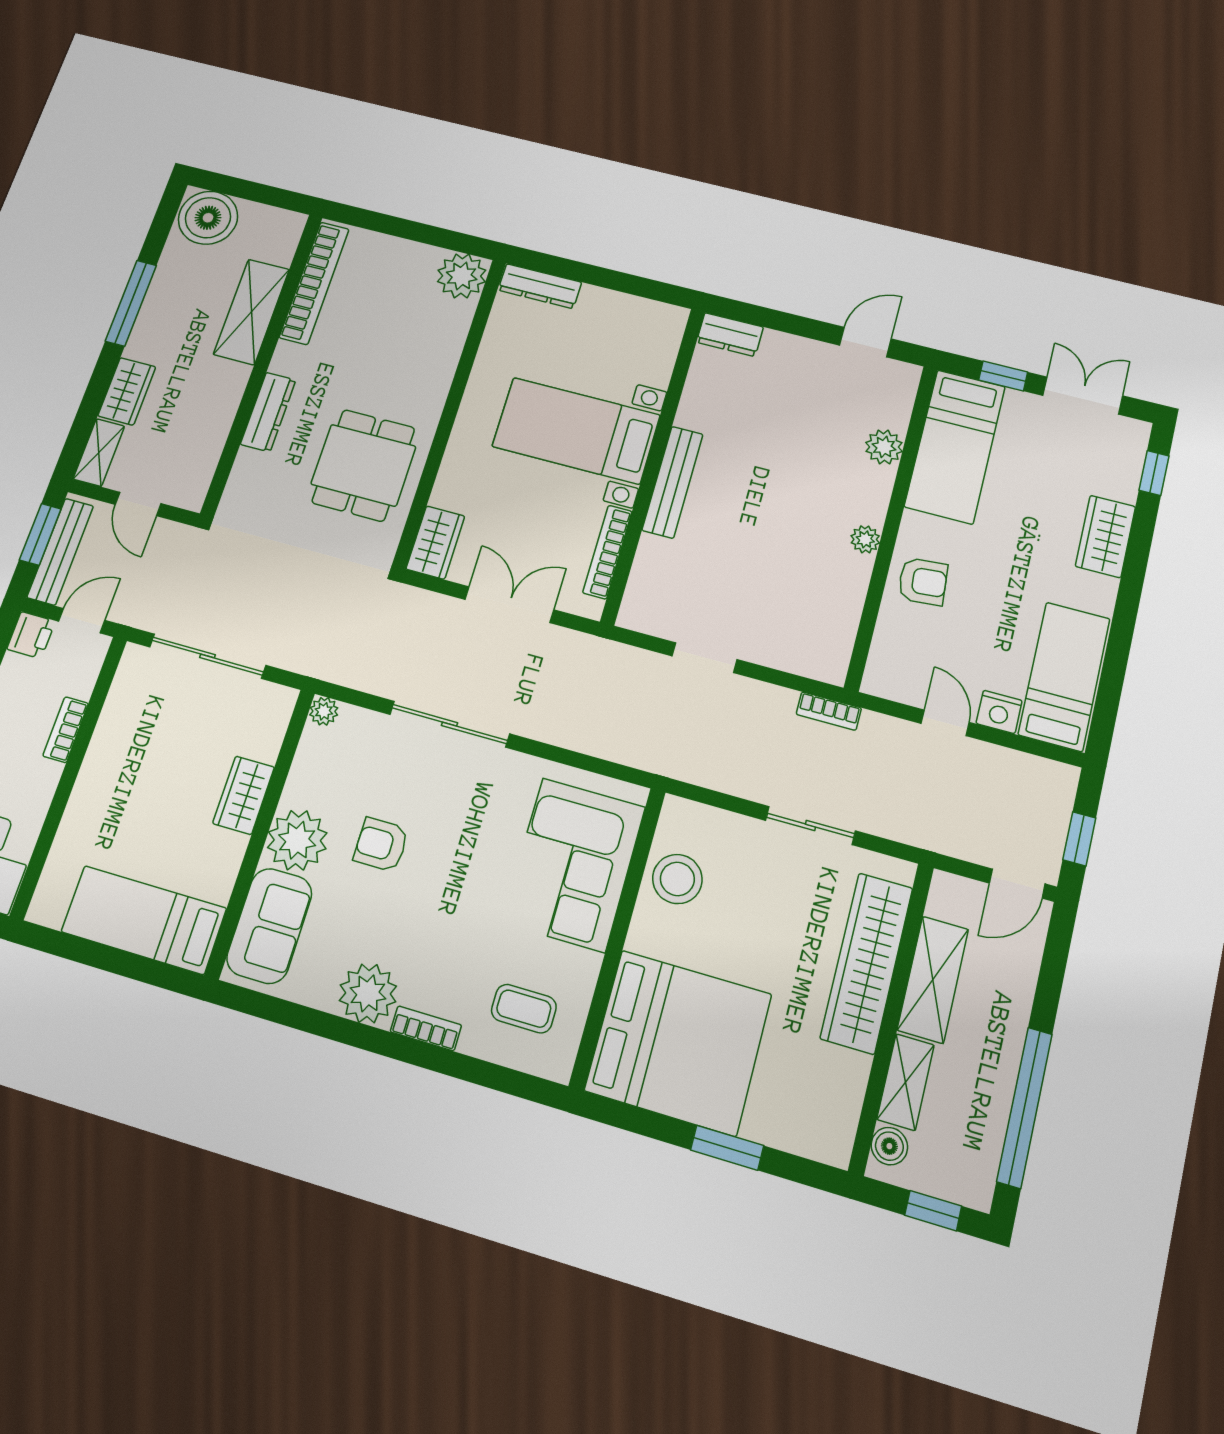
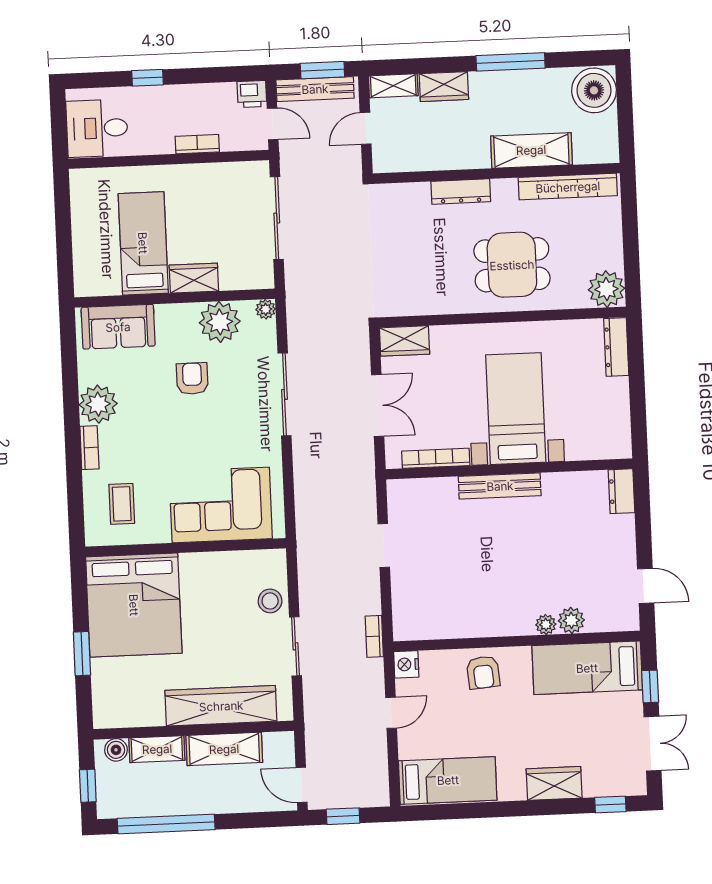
dining table: (363, 465) -> (512, 265), moved
plant: (865, 539) -> (546, 625), moved
nightstand: (999, 712) -> (406, 664), moved
plant: (297, 840) -> (220, 322), moved
stool: (677, 879) -> (270, 601), moved, width x0.73, depth x0.73
bed: (144, 920) -> (143, 243), moved

